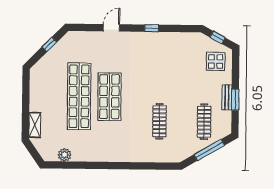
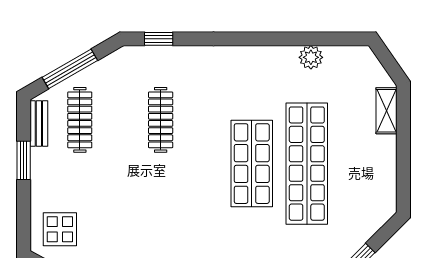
bench: (227, 97) -> (39, 124), moved
plant: (64, 155) -> (311, 57), moved
window: (160, 166) -> (159, 39), added

